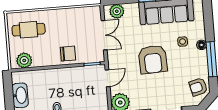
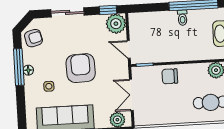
floor lamp: (202, 45) -> (28, 70), moved
door: (108, 78) -> (129, 49), hinge flipped

